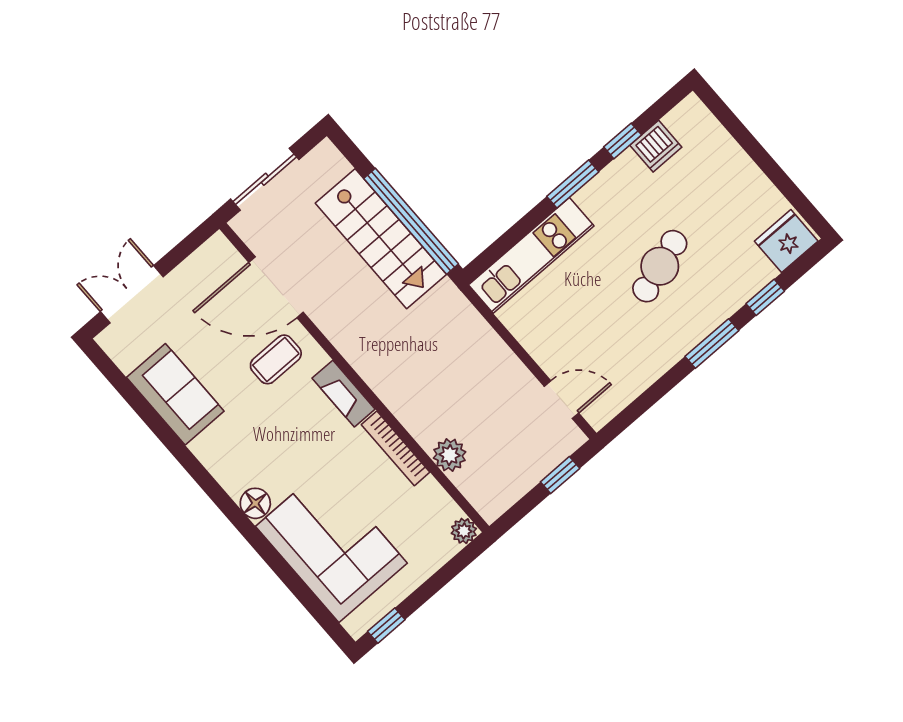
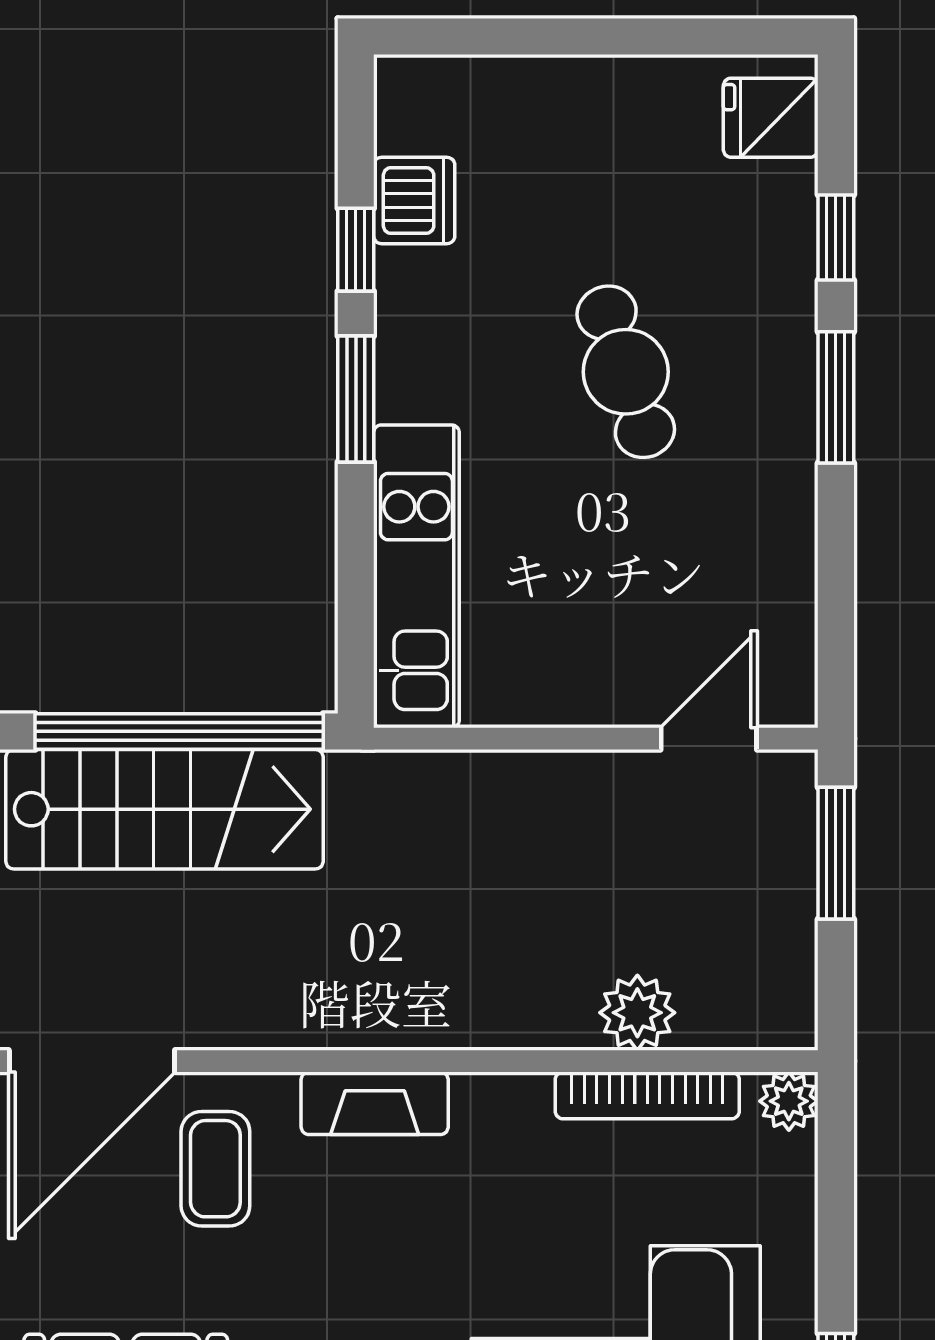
fridge: (786, 241) -> (771, 118), width x0.72
bookcase: (396, 448) -> (647, 1095), moved
window: (560, 475) -> (836, 853), width x1.50

